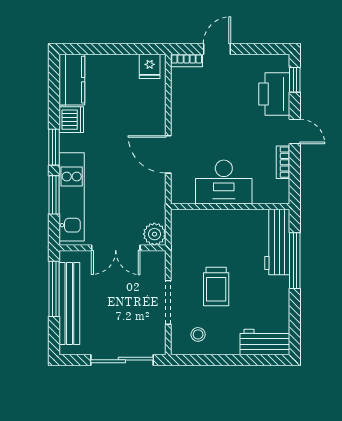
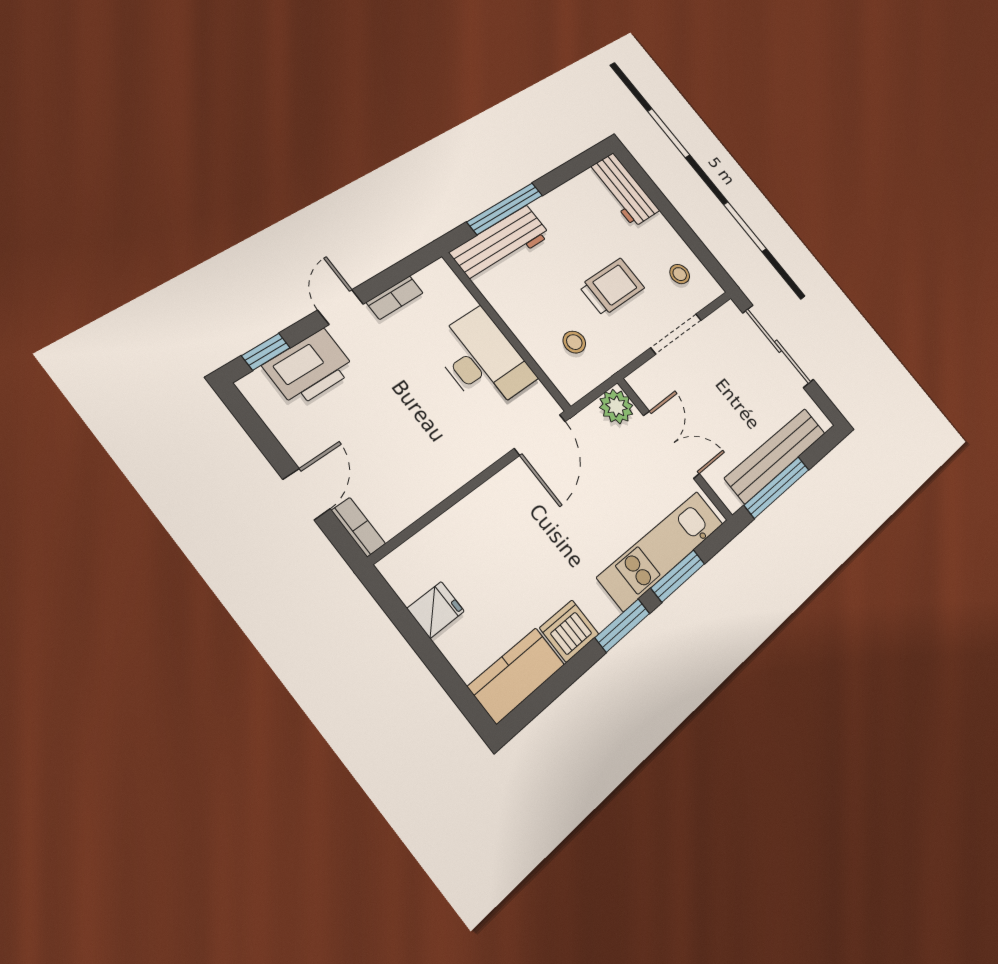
door: (217, 49) -> (306, 494), swing flipped
fridge: (150, 66) -> (436, 610), moved
door: (168, 154) -> (540, 435), moved
stool: (201, 239) -> (574, 342), added

